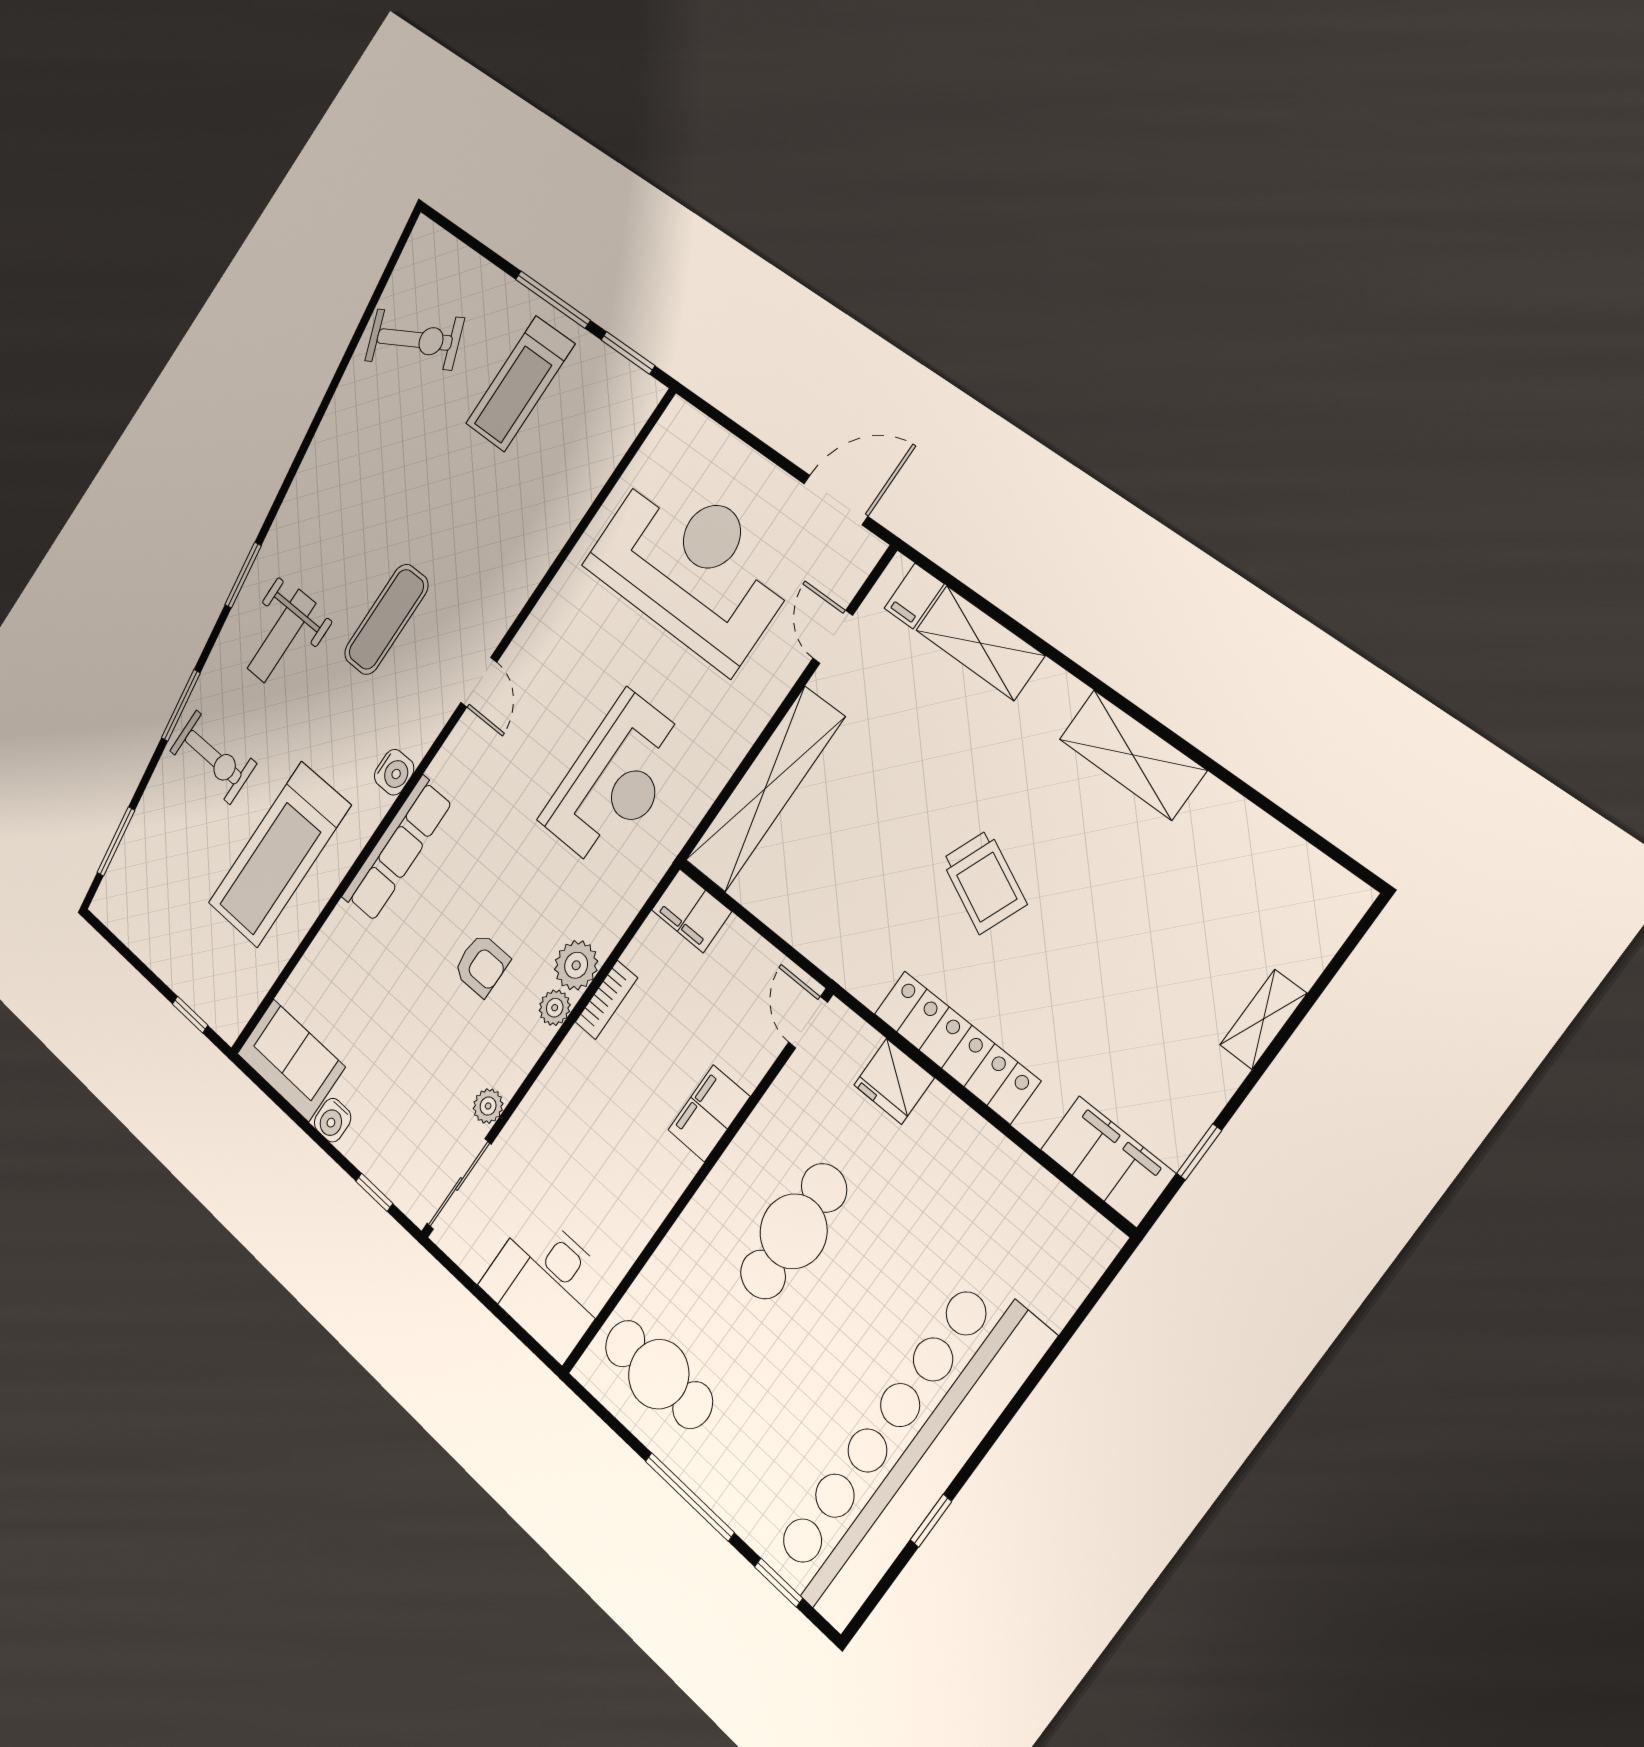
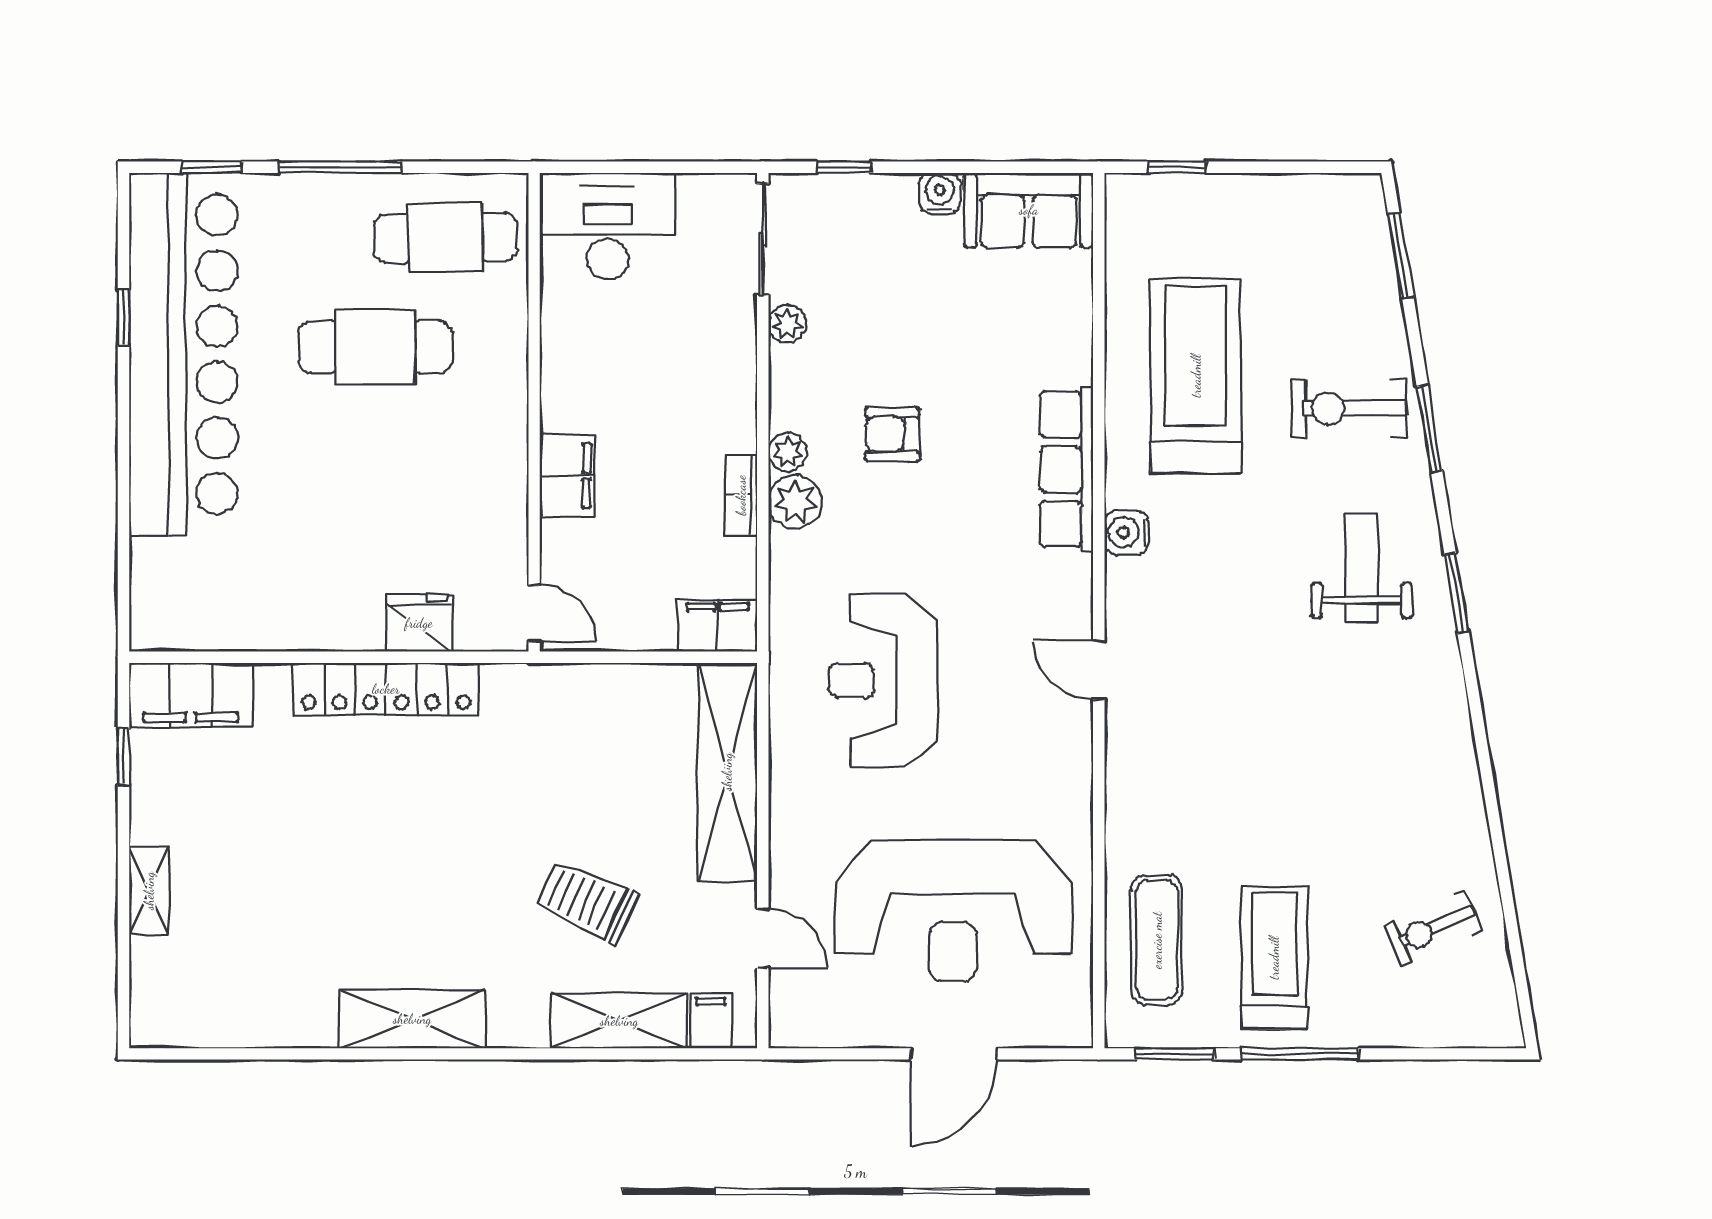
exercise bike: (414, 339) -> (1433, 928), width x0.73, depth x0.72
door: (836, 500) -> (954, 1054), moved
exercise mat: (386, 619) -> (1157, 940), moved
trolley: (984, 882) -> (587, 901), moved
cafe table: (793, 1231) -> (376, 347), moved, turned 90

